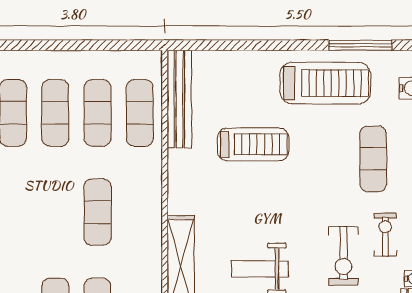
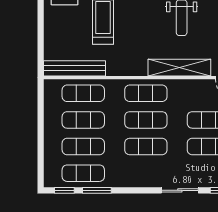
exercise mat: (55, 212) -> (146, 147), added
exercise mat: (140, 212) -> (146, 93), added

